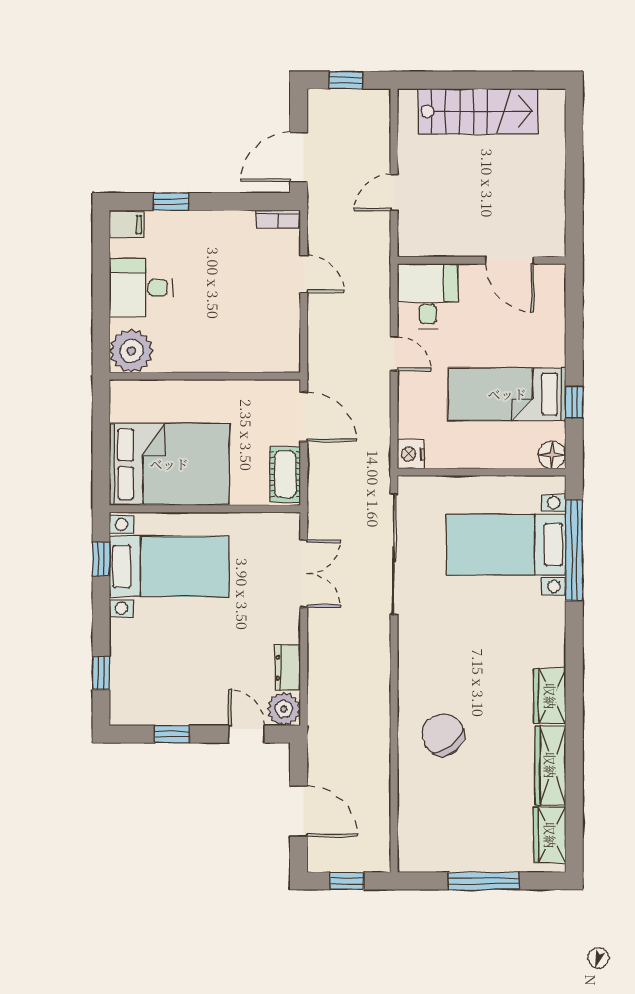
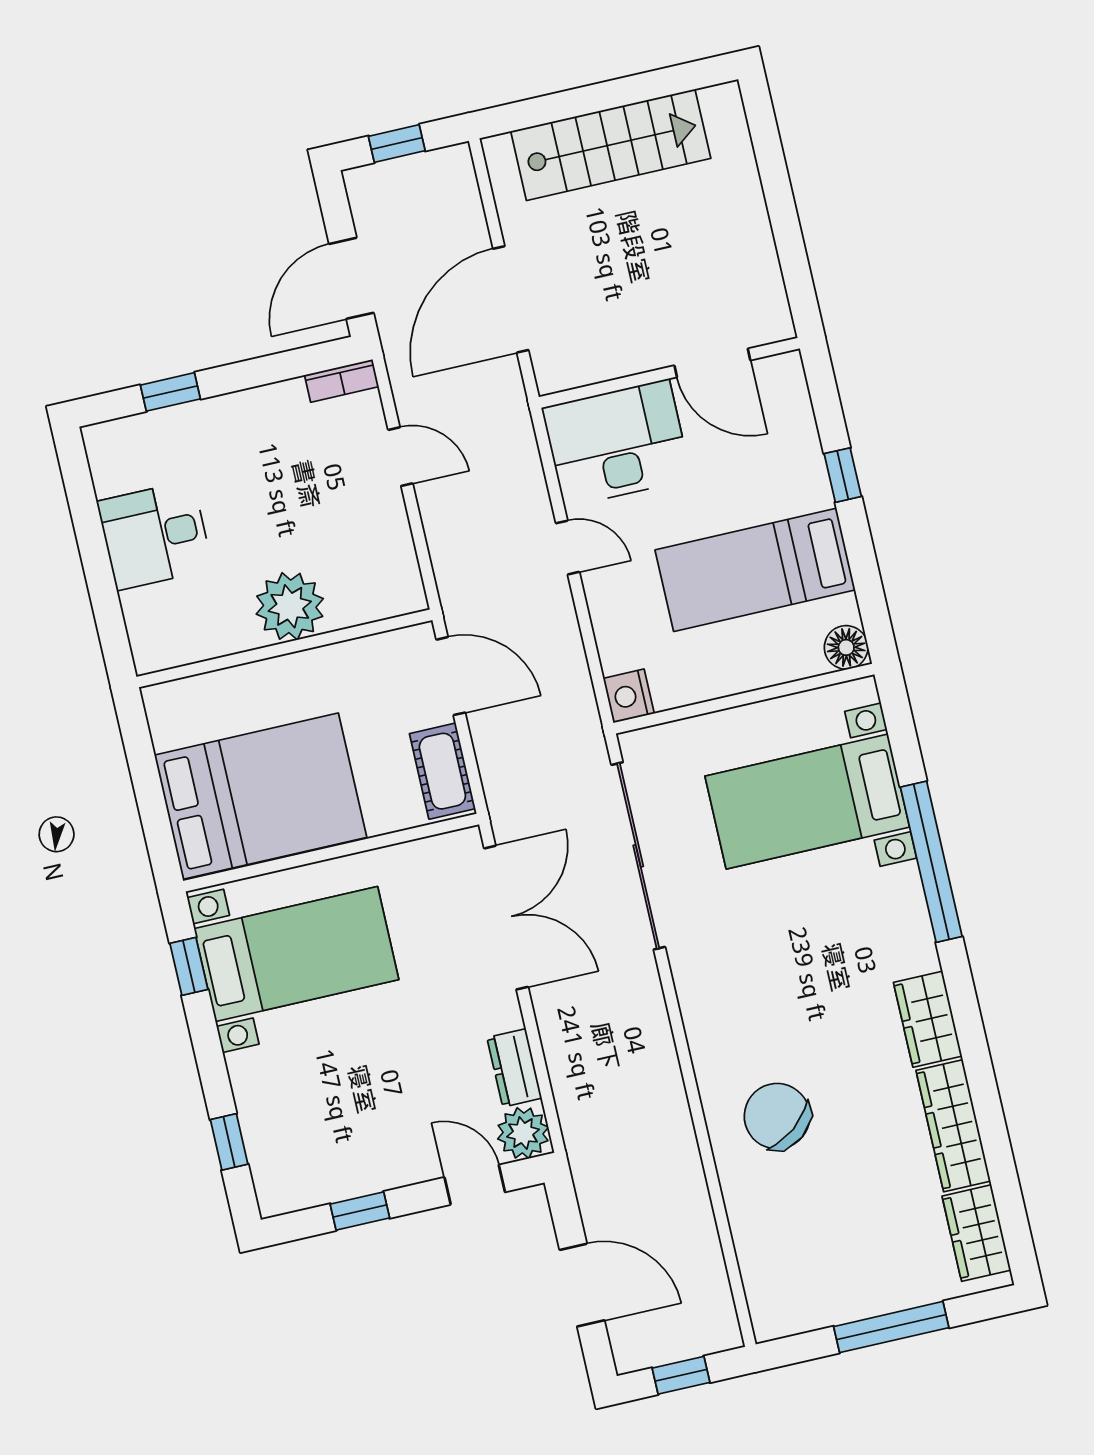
door: (394, 193) -> (511, 299), width x1.88
filing cabinet: (127, 225) -> (111, 443), removed
desk: (428, 296) -> (617, 443), width x1.37
plant: (131, 351) -> (290, 606), moved
window: (574, 402) -> (843, 475), moved
window: (574, 550) -> (931, 862), moved
double door: (304, 574) -> (506, 918), width x1.37

